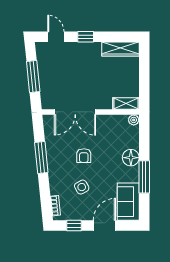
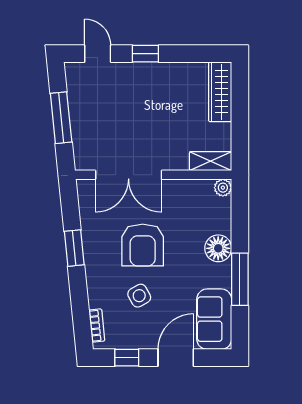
wardrobe: (121, 49) -> (220, 92), moved, turned 90
armchair: (84, 156) -> (143, 245), width x1.88, depth x1.88
window: (41, 157) -> (74, 248), width x0.69

